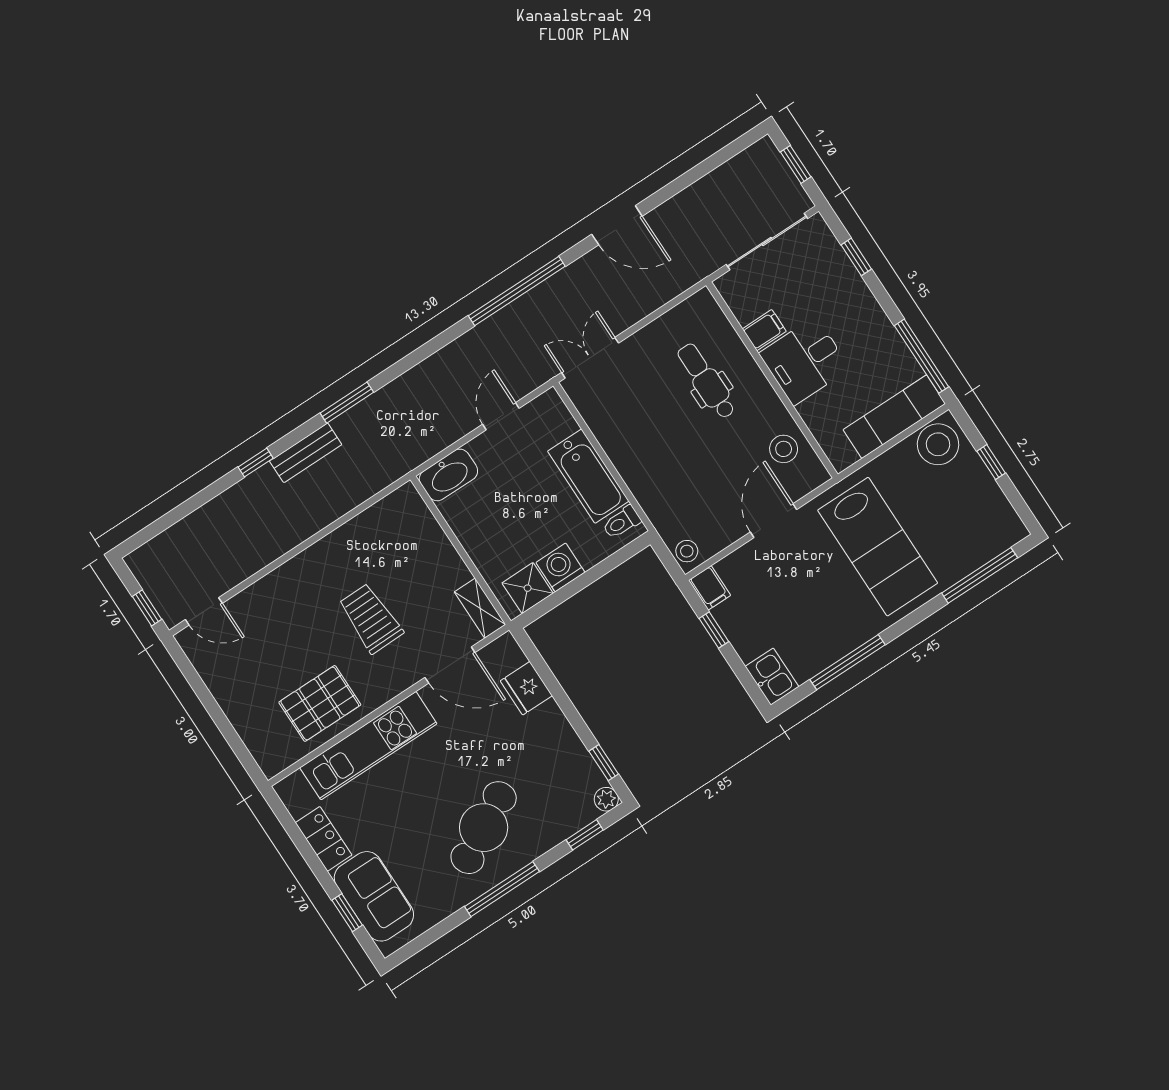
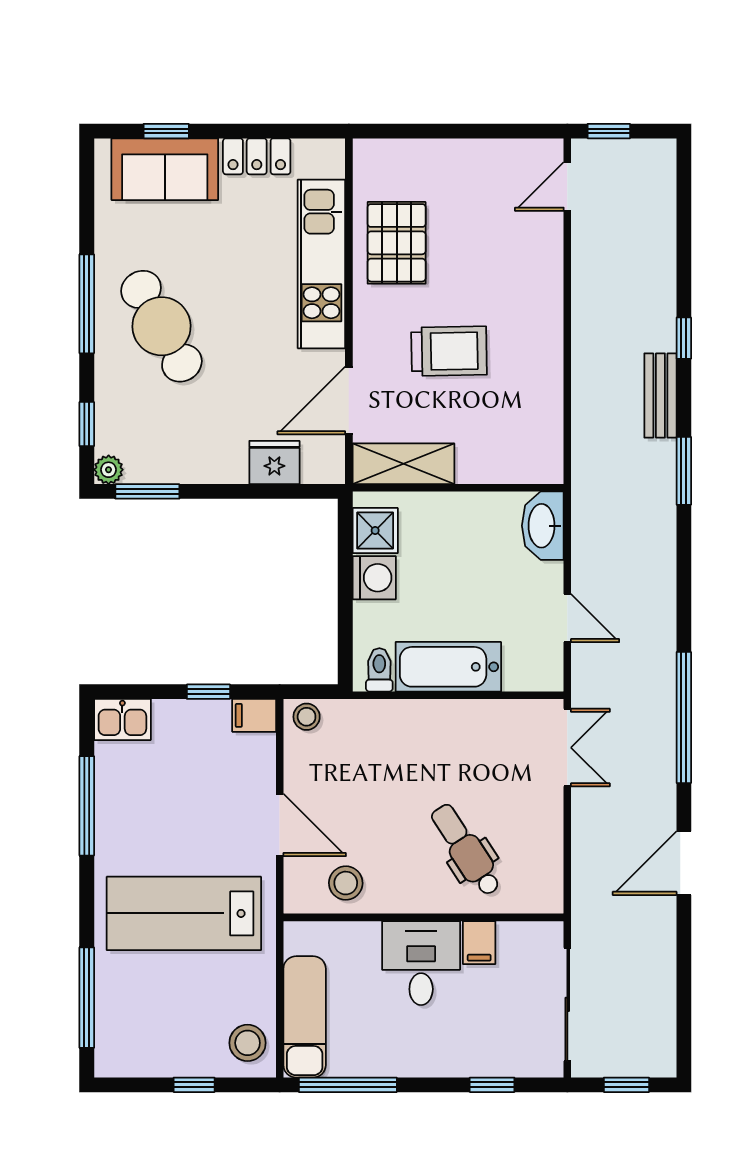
dental chair: (706, 381) -> (466, 850), turned -123
stool: (938, 444) -> (248, 1043), width x0.73, depth x0.73
shelving: (480, 608) -> (403, 464), width x1.50, depth x1.33
window: (604, 763) -> (147, 491), width x1.50

